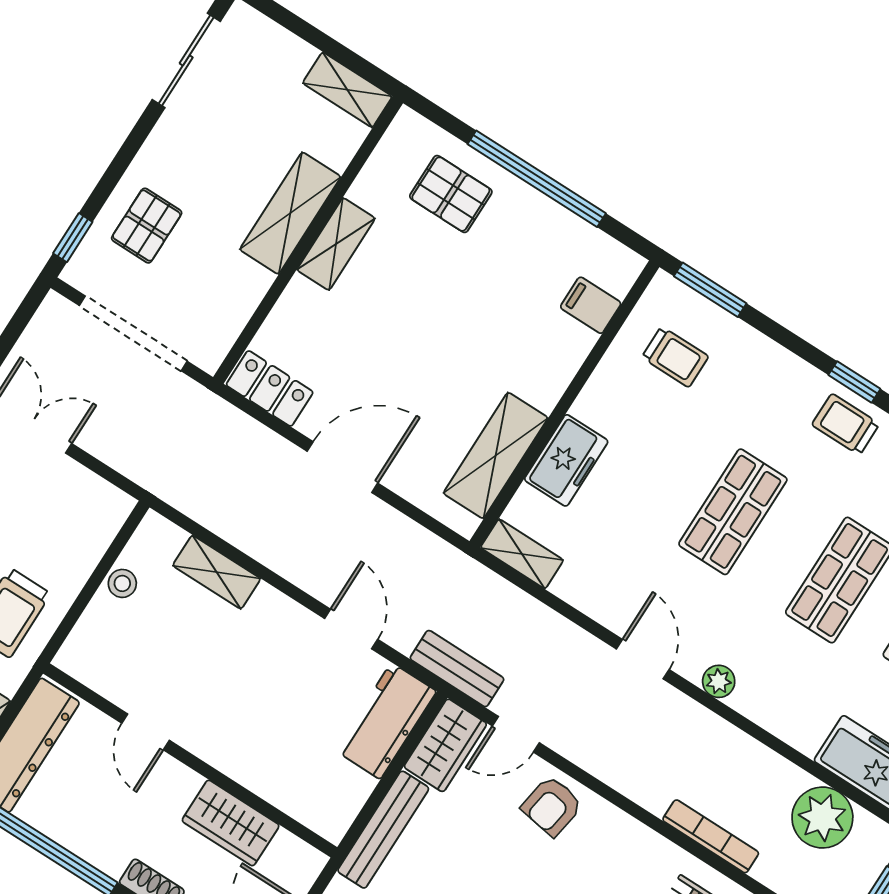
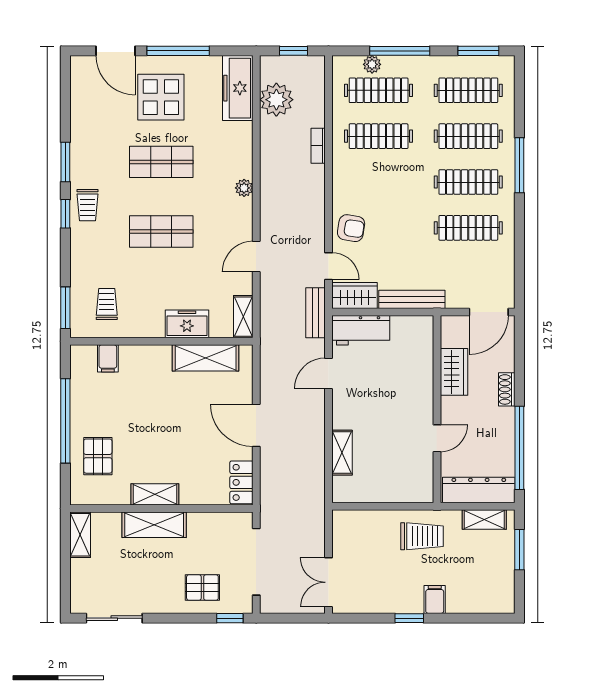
stool: (122, 583) -> (375, 493), removed
door: (643, 659) -> (256, 257), moved
bookcase: (711, 836) -> (318, 146), width x0.64

